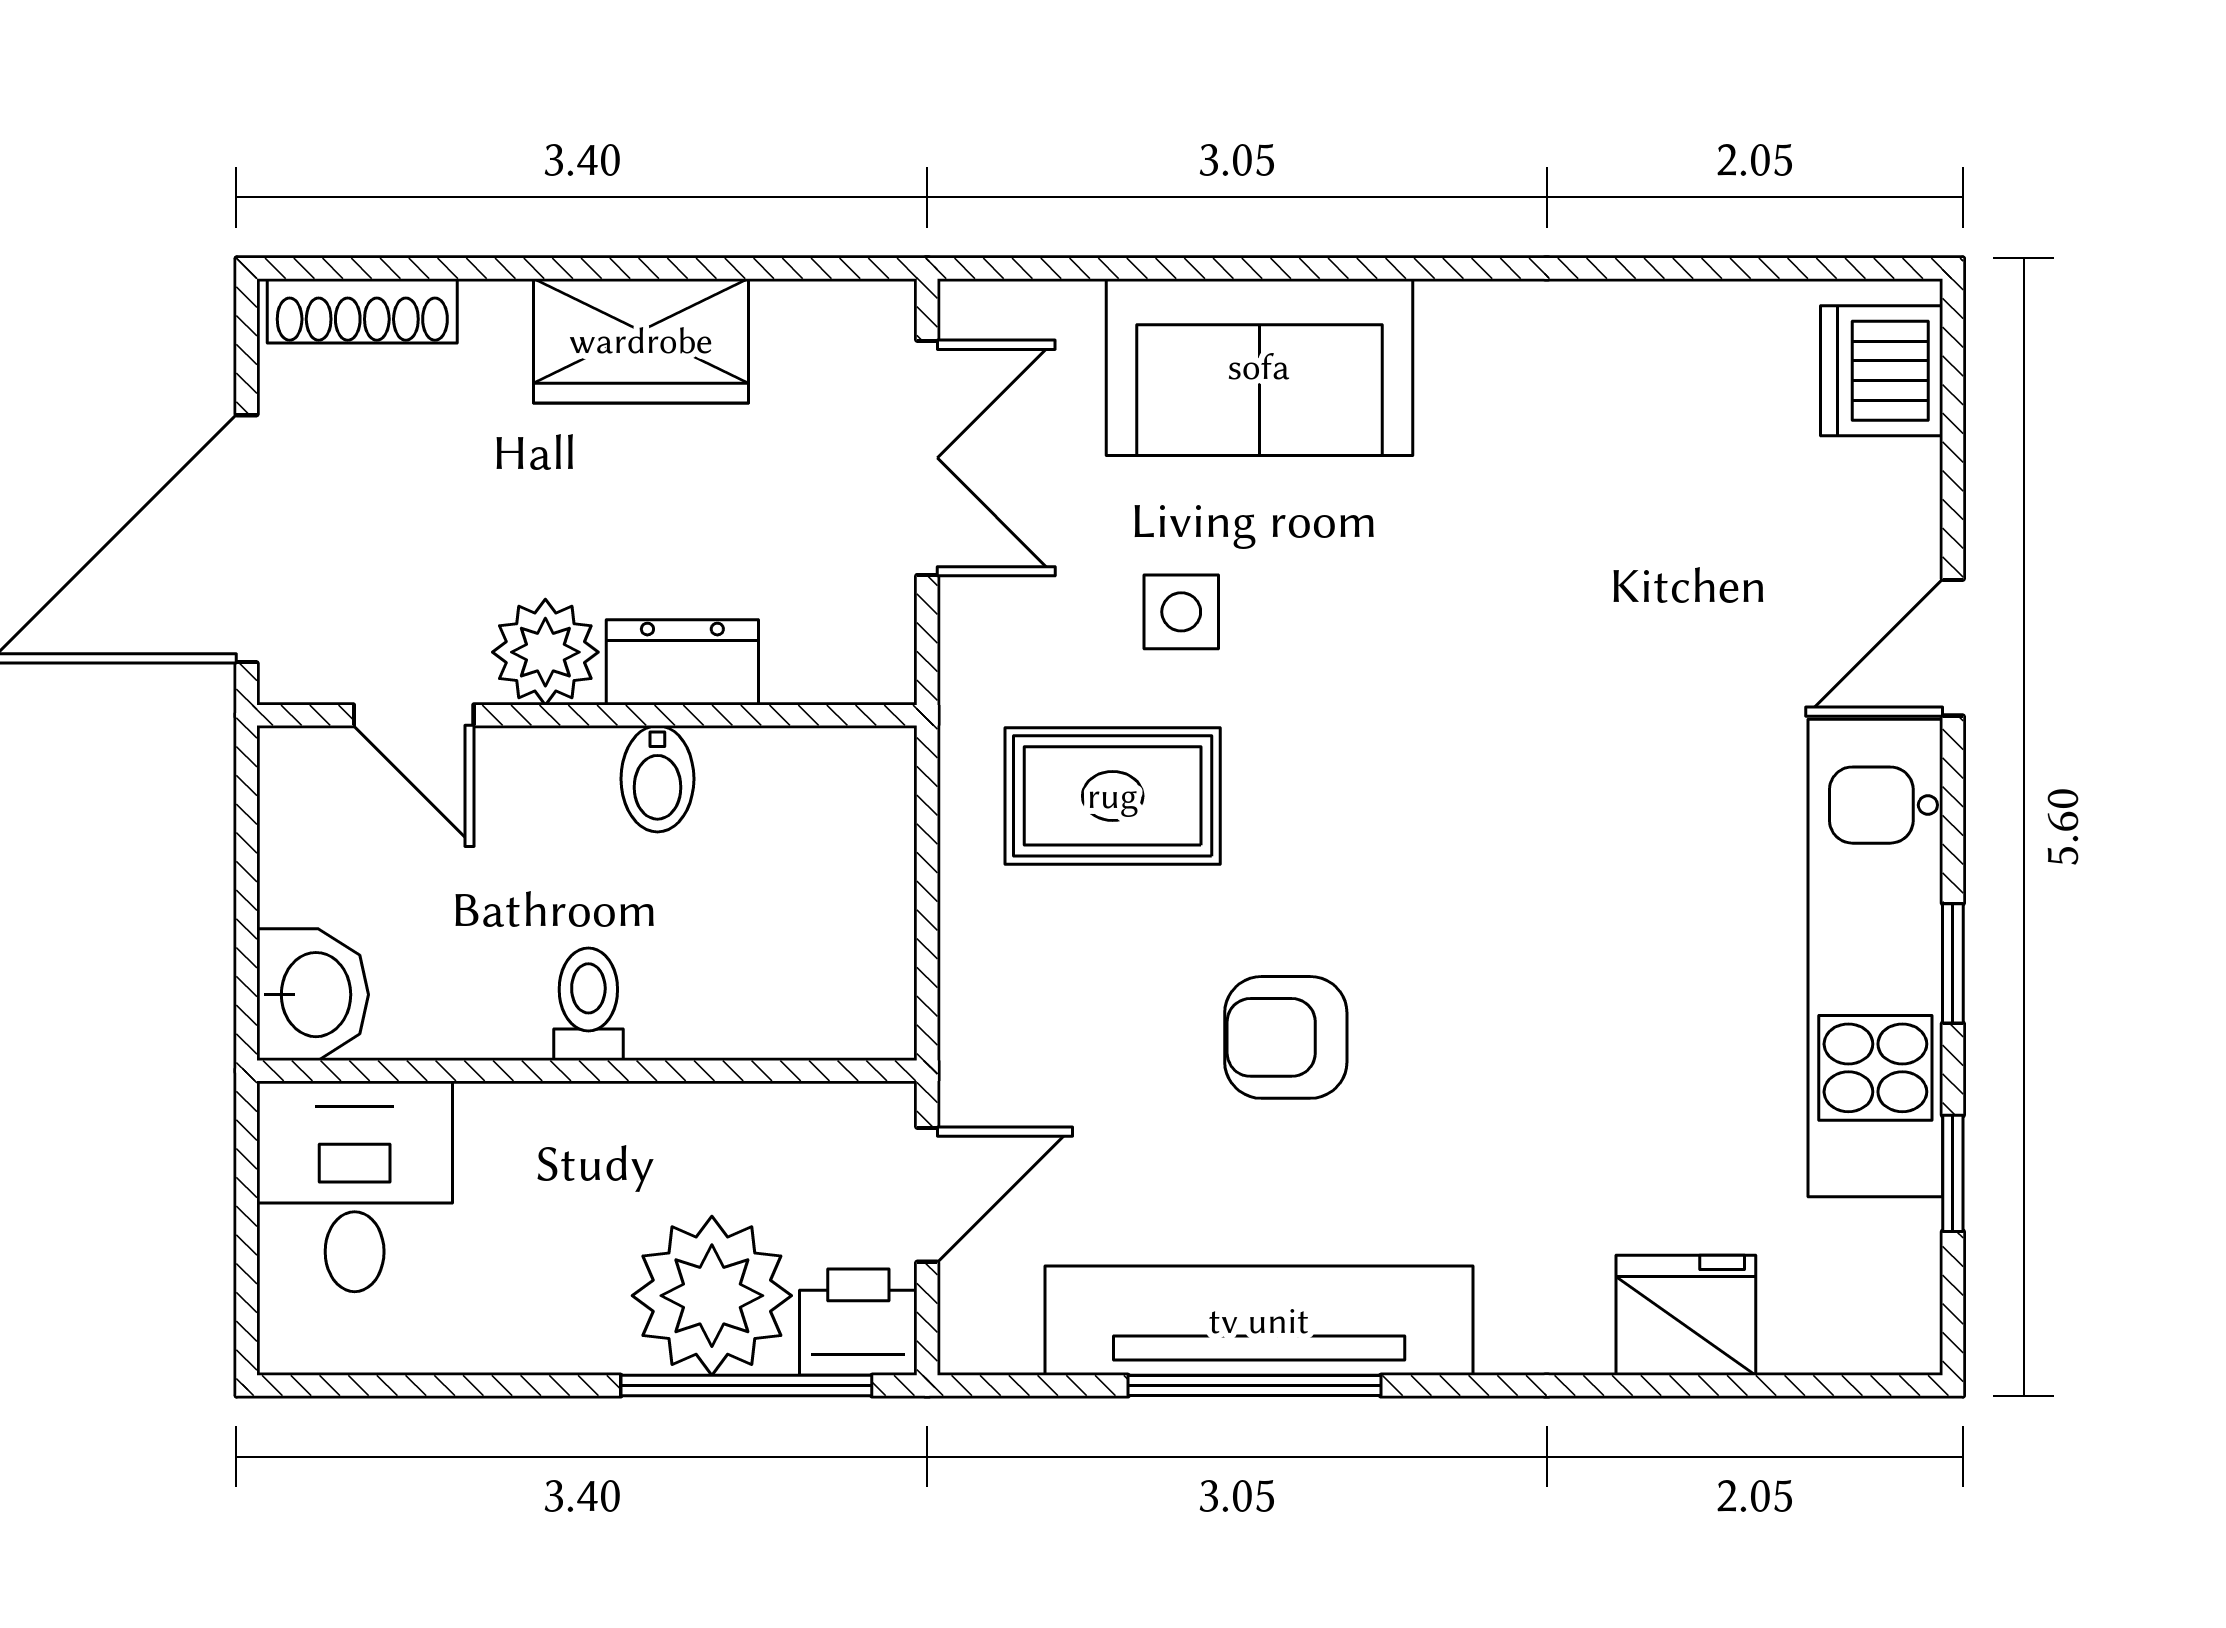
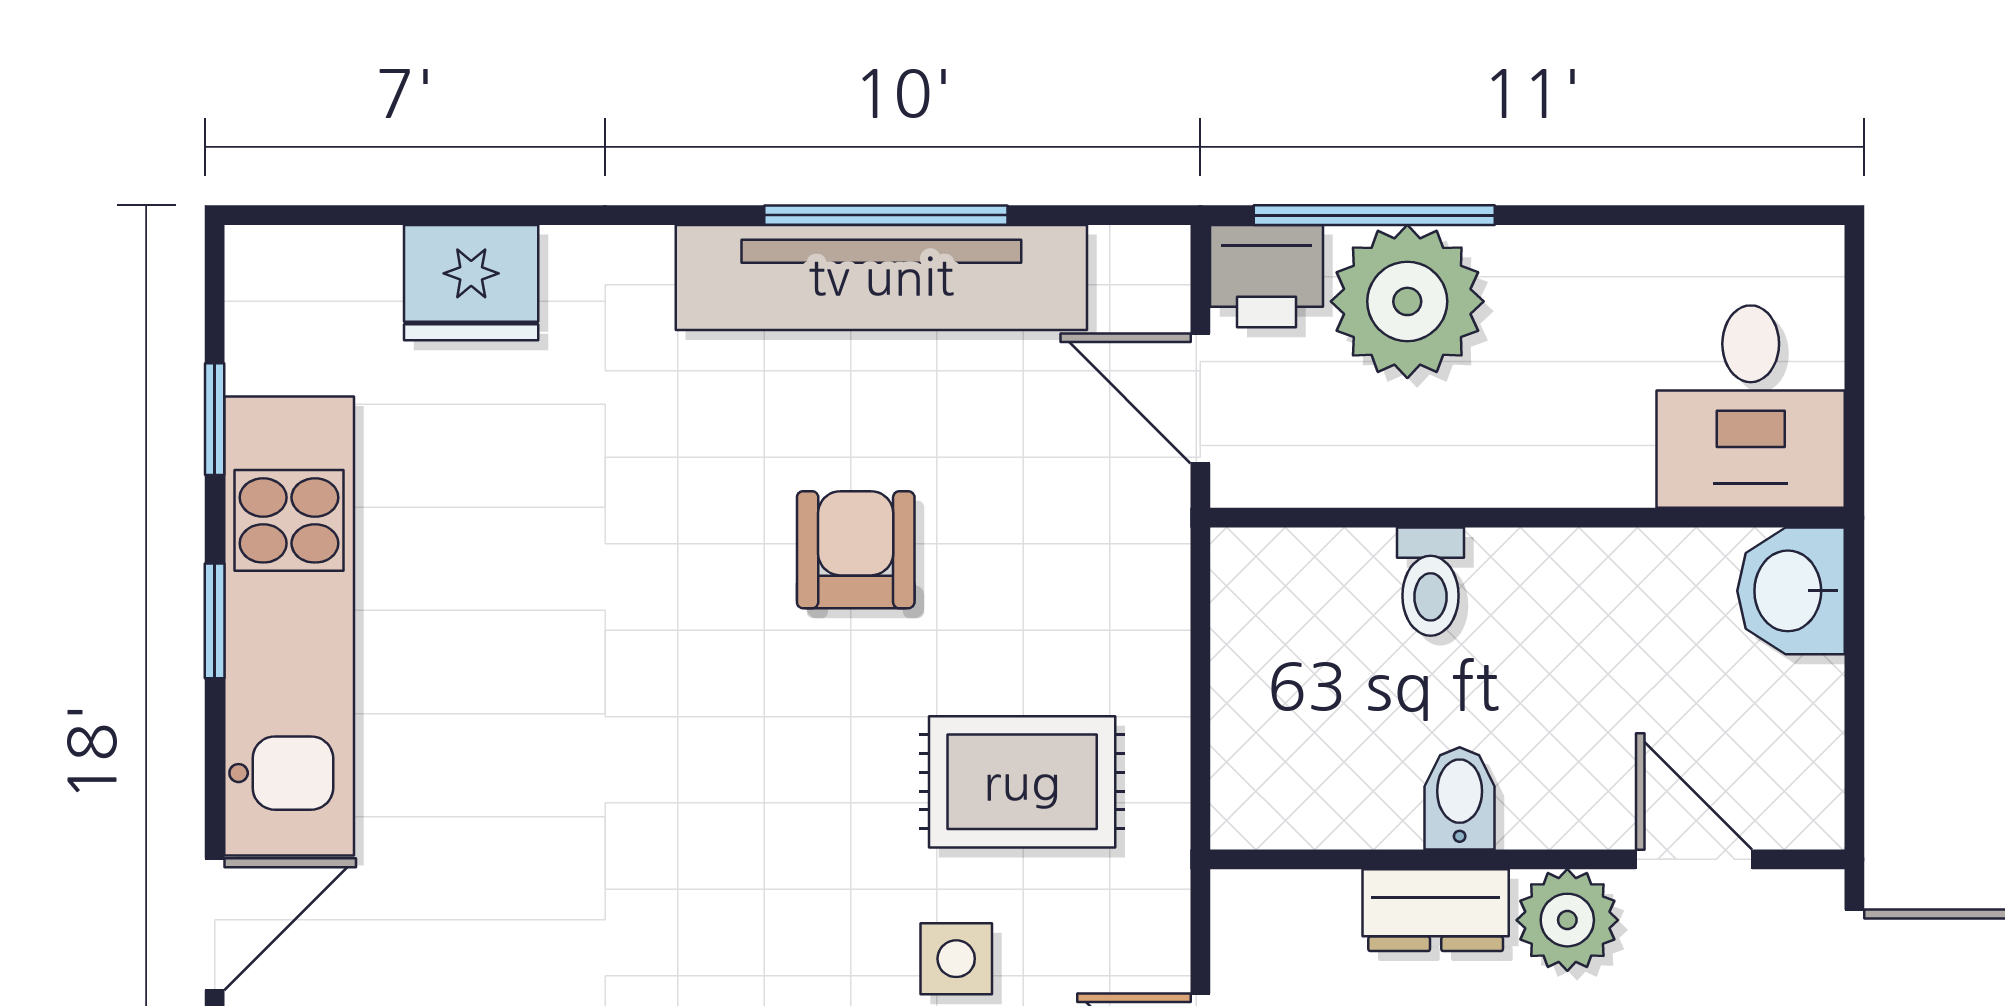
toilet: (588, 1004) -> (1431, 582), moved
armchair: (1286, 1037) -> (856, 550), turned -90
door: (927, 1195) -> (1200, 399), hinge flipped

